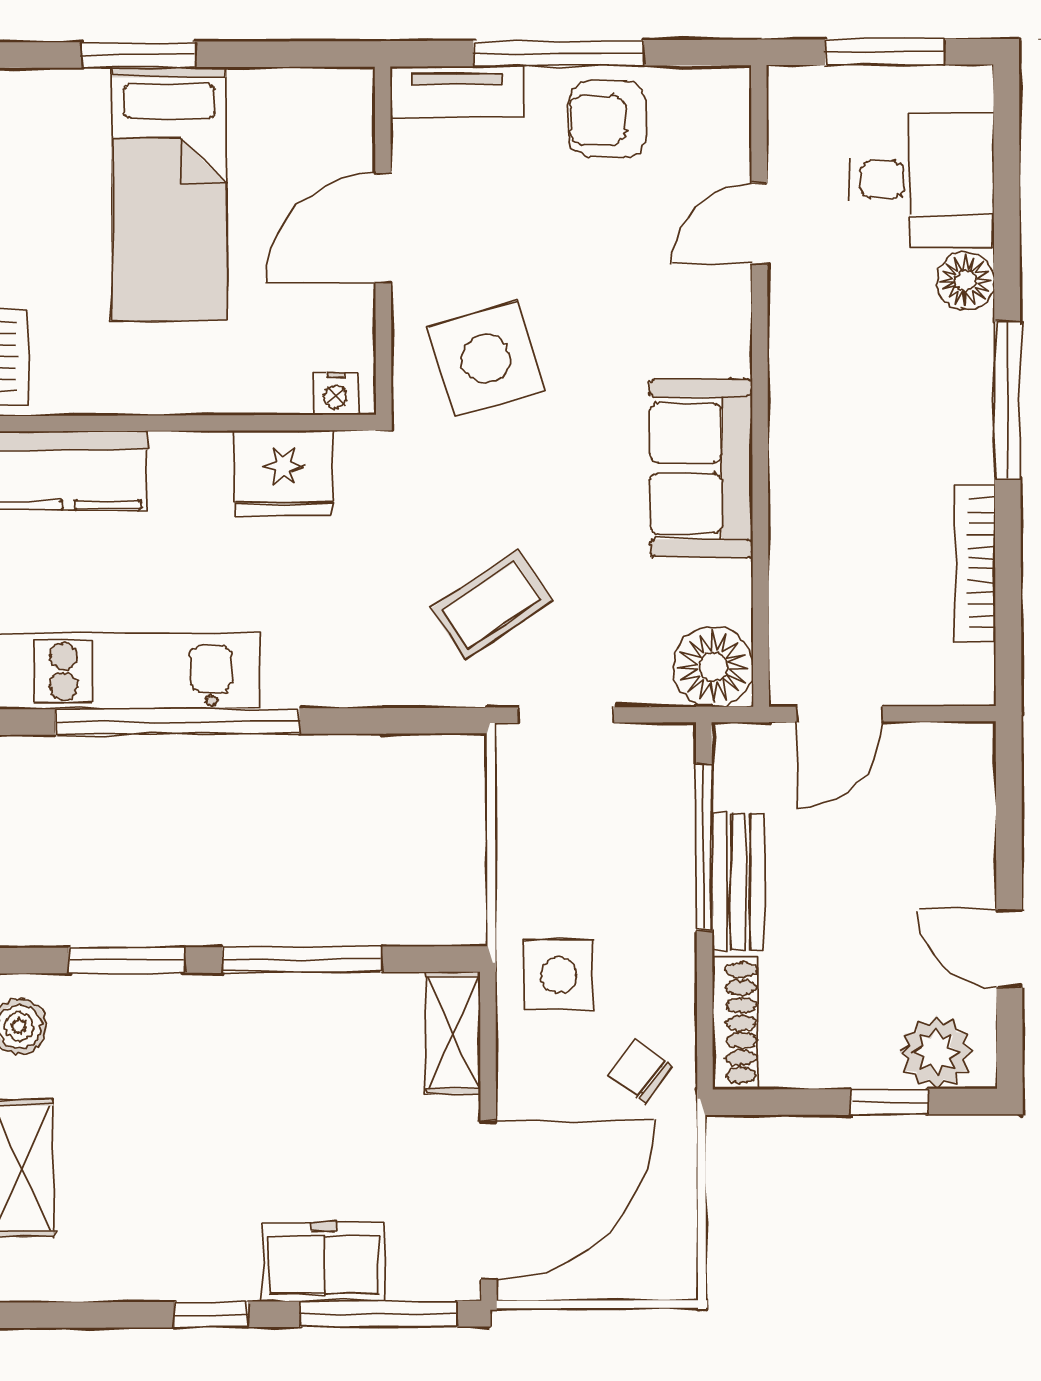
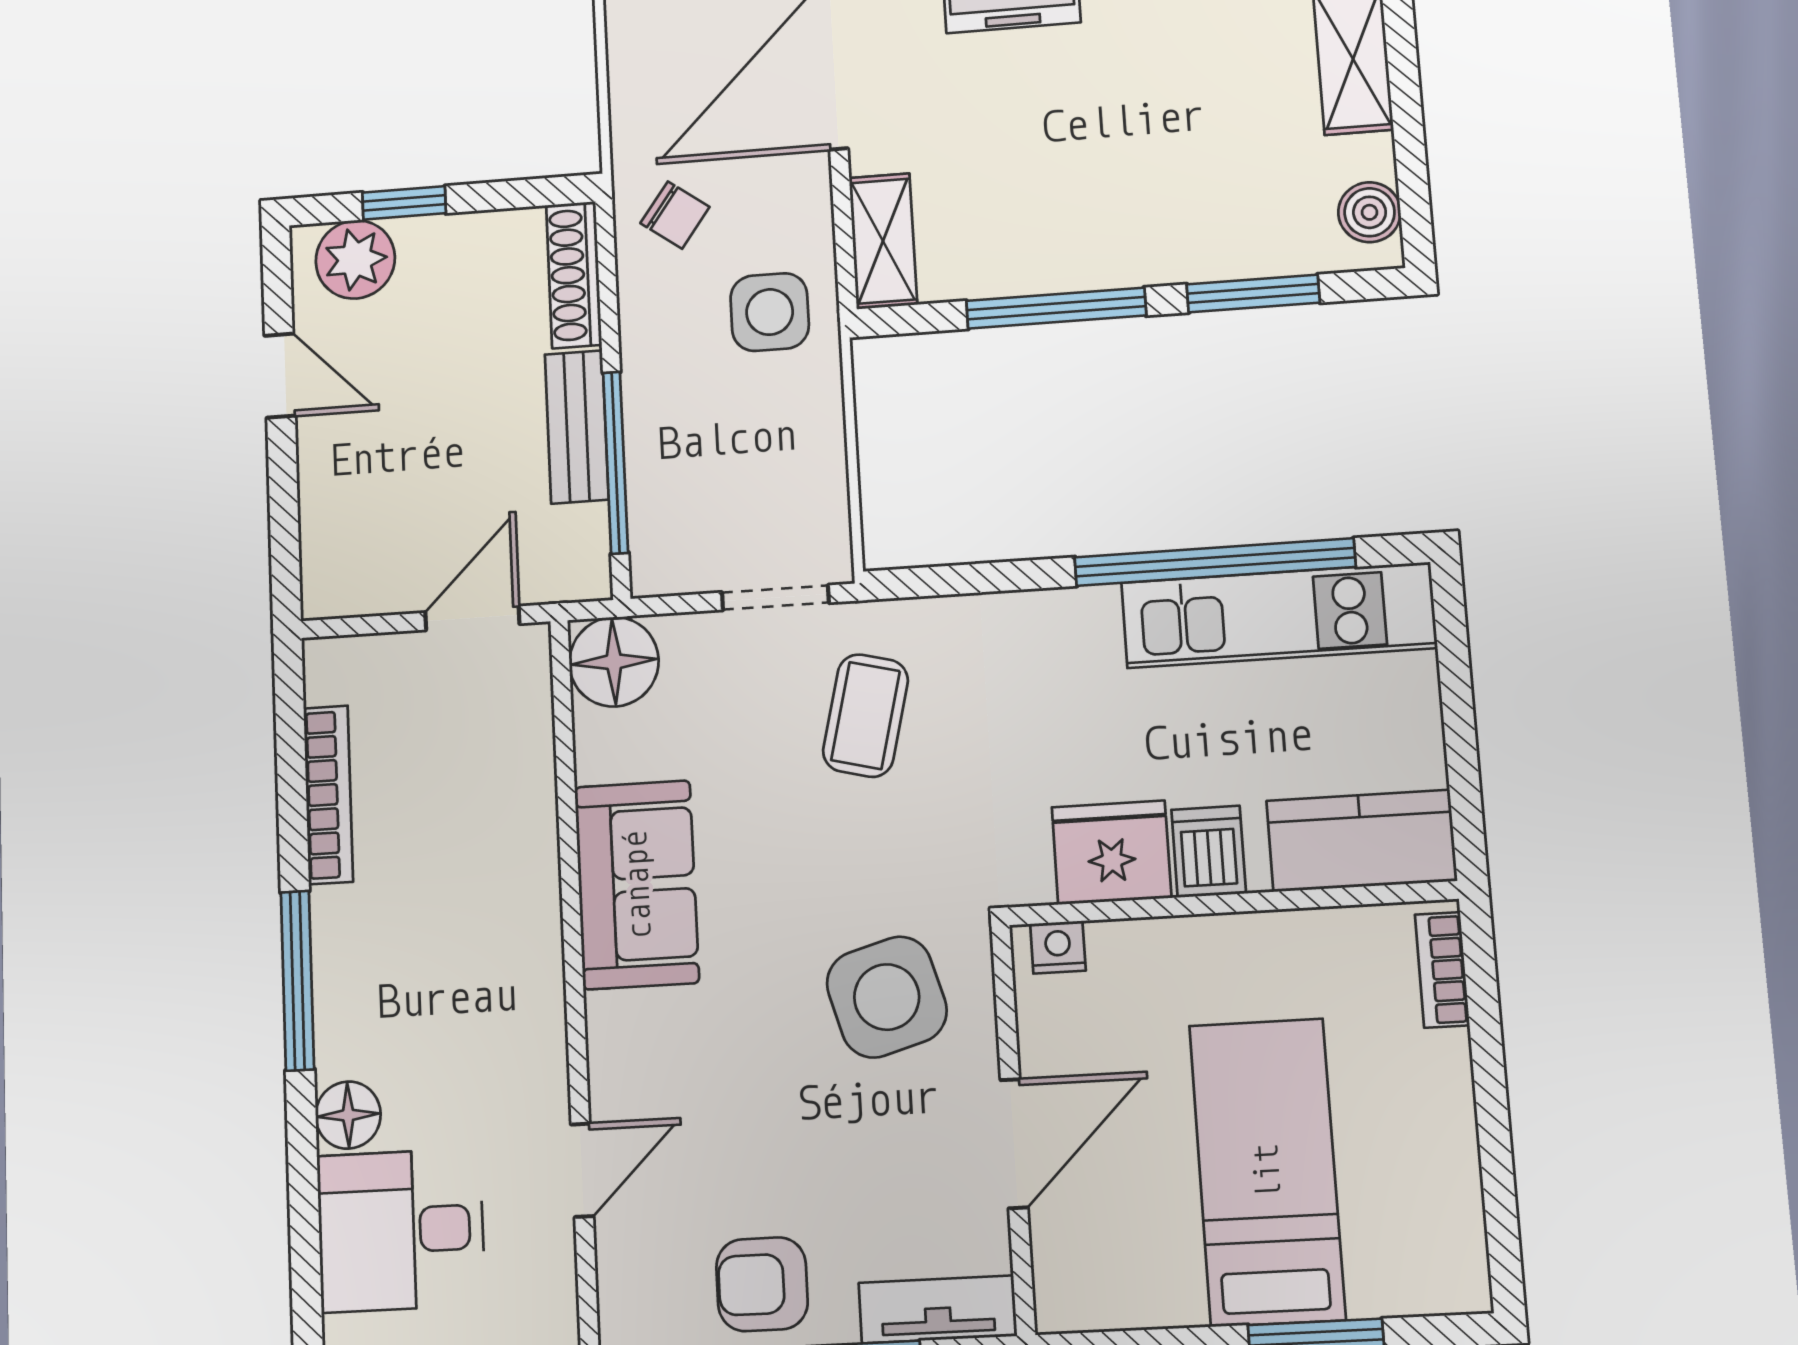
armchair: (607, 119) -> (762, 1284), turned 180
dishwasher: (200, 469) -> (1209, 851), added
coffee table: (492, 605) -> (865, 716), turned -42

